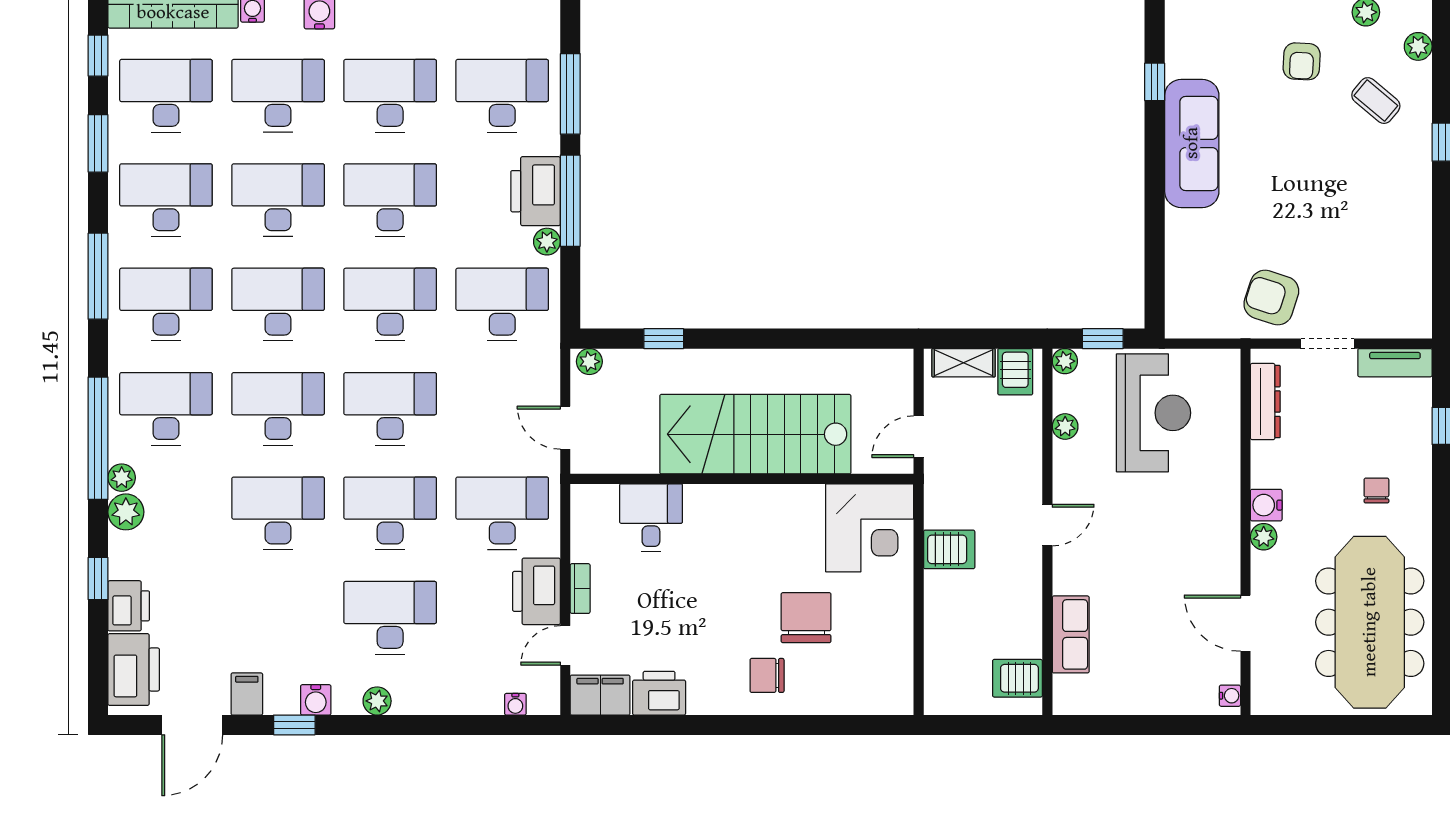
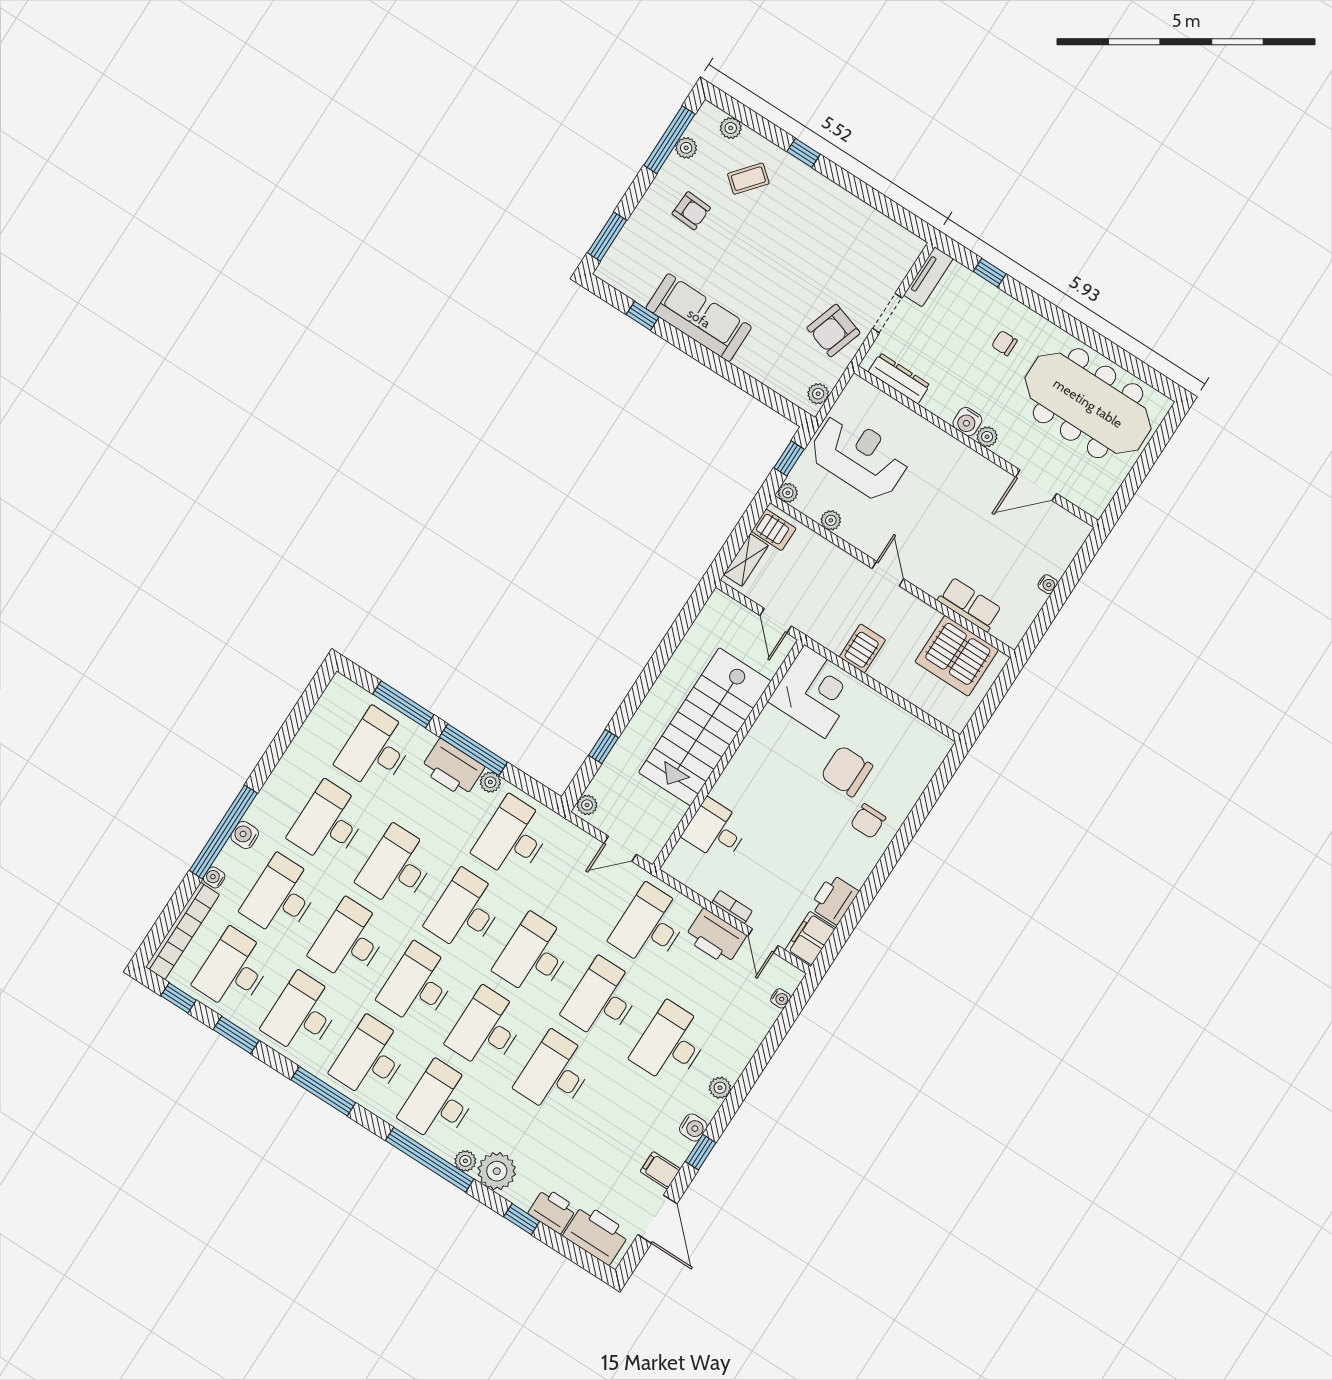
plant: (1193, 325) -> (818, 394), added
plant: (126, 512) -> (497, 1171), width x1.36, depth x1.36
server rack: (1017, 678) -> (957, 656), width x2.18, depth x1.44
water cooler: (1230, 696) -> (1048, 584), moved, turned 90

